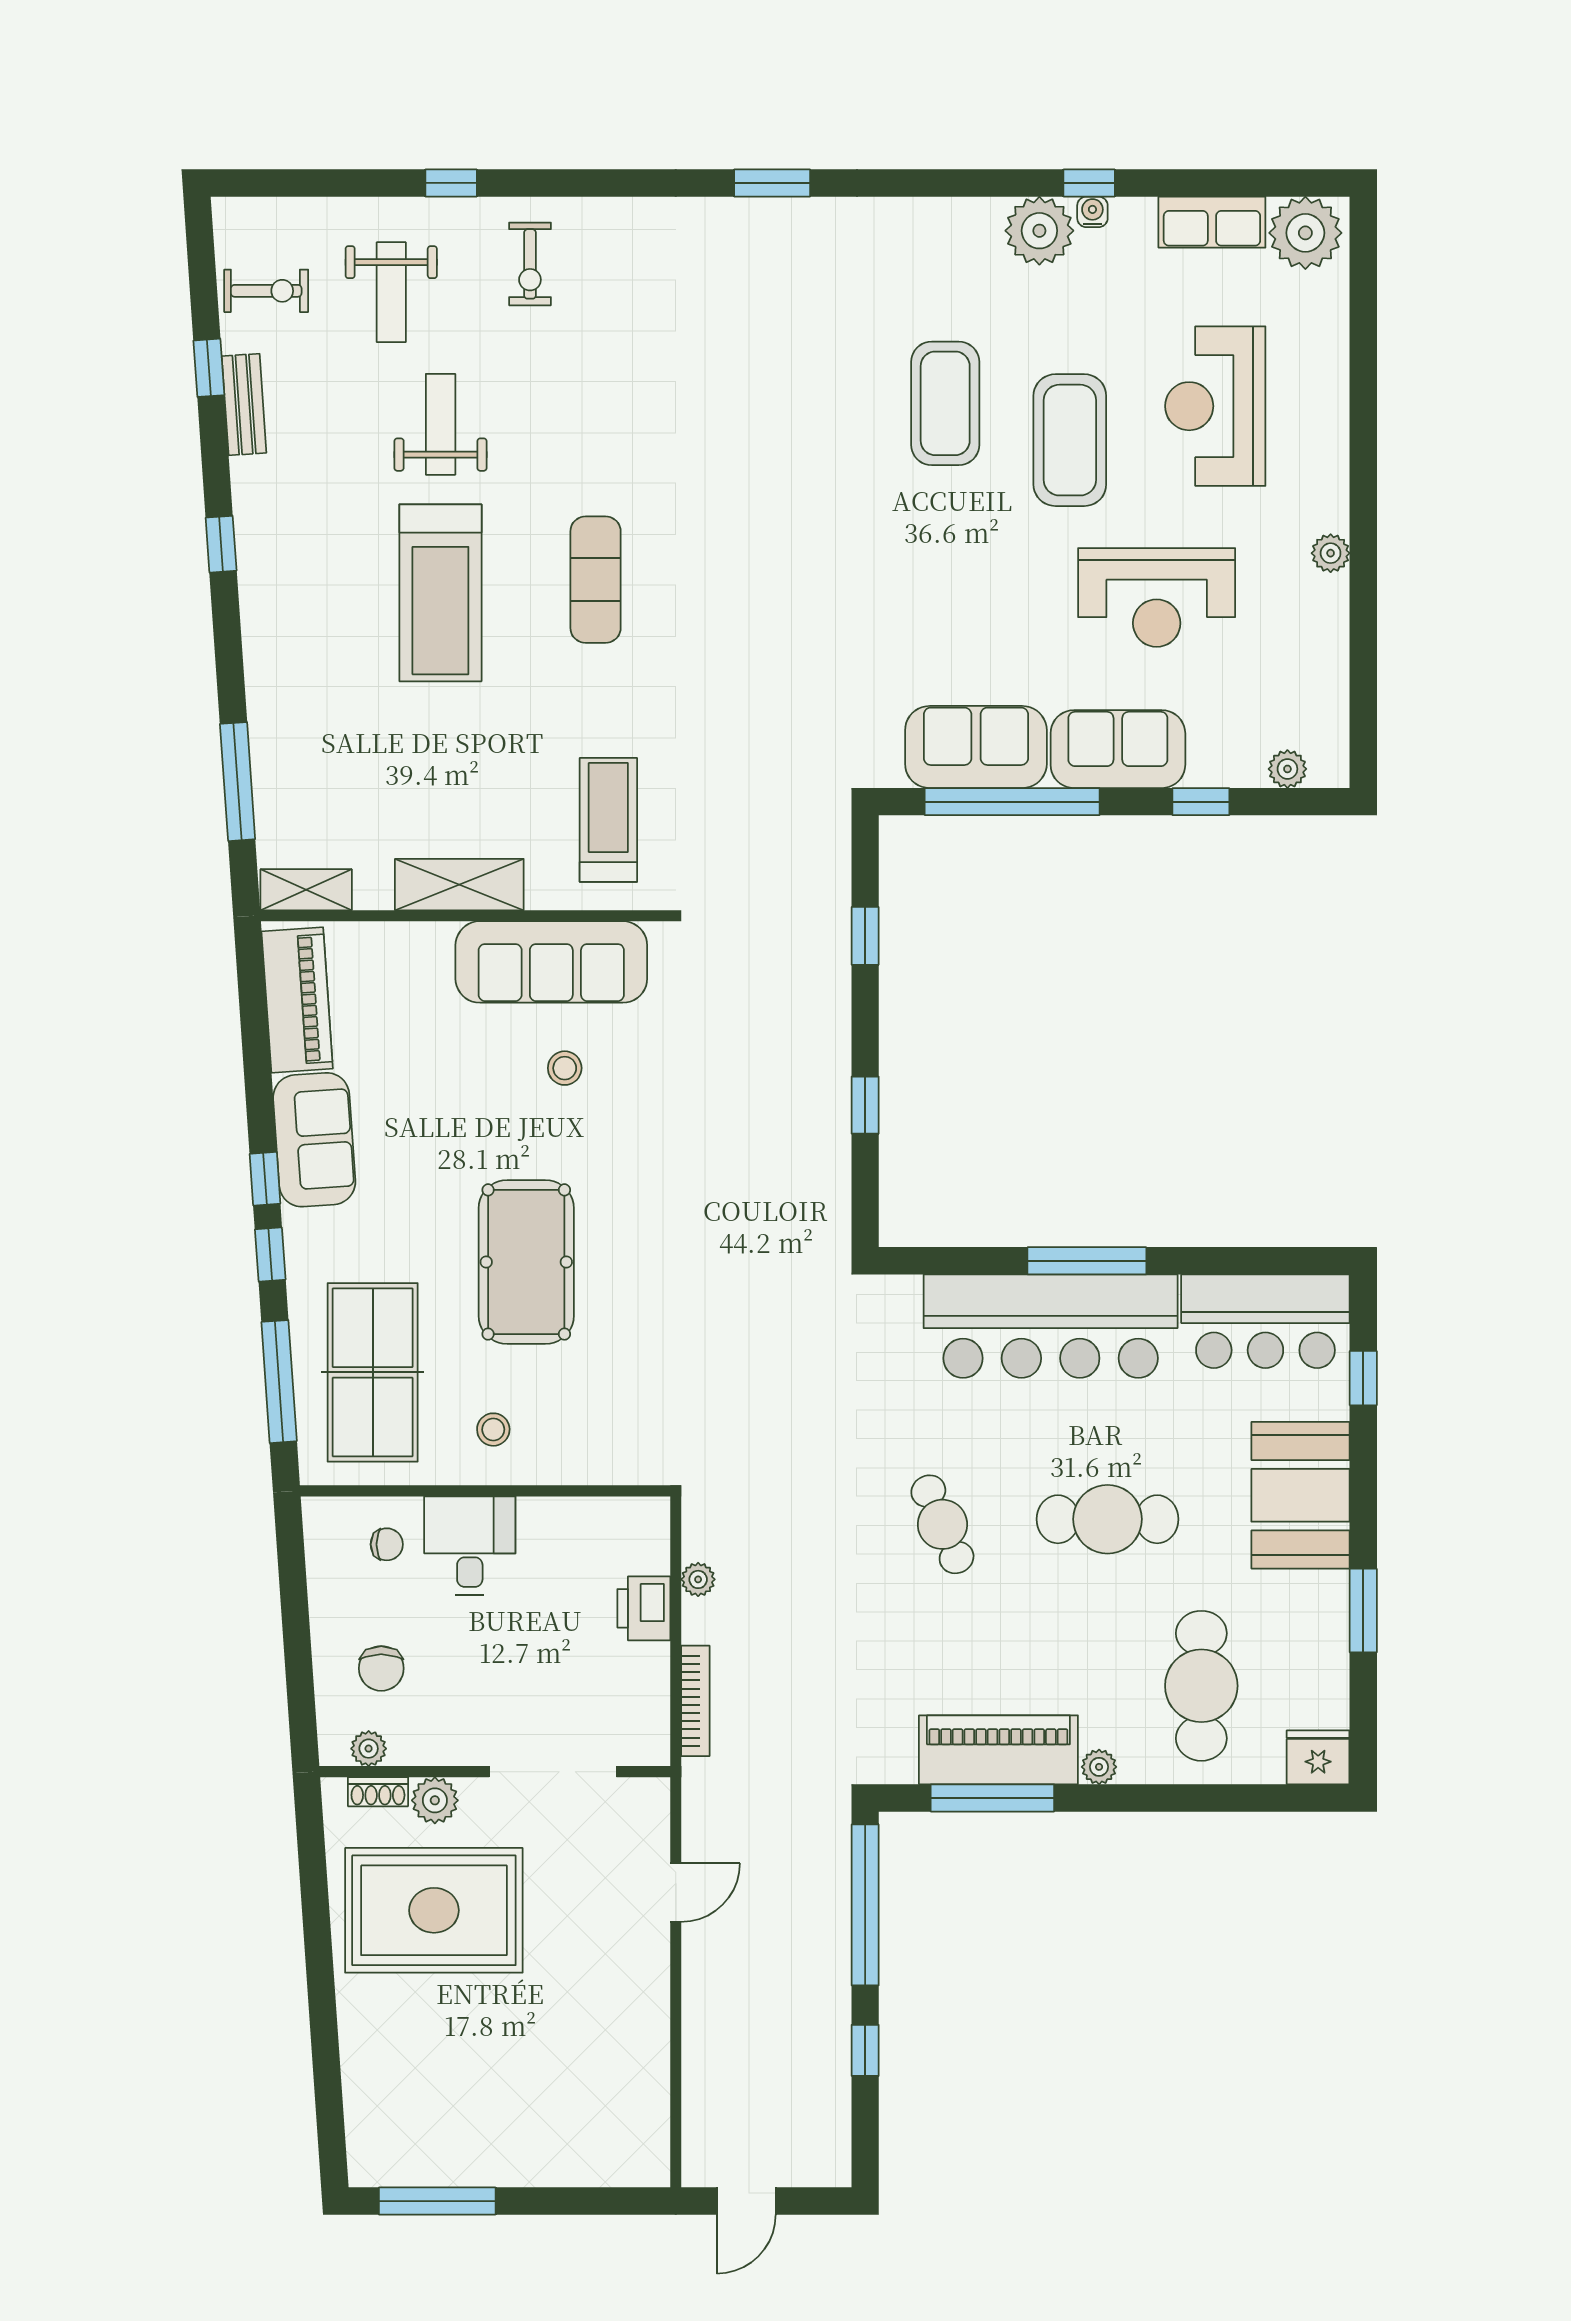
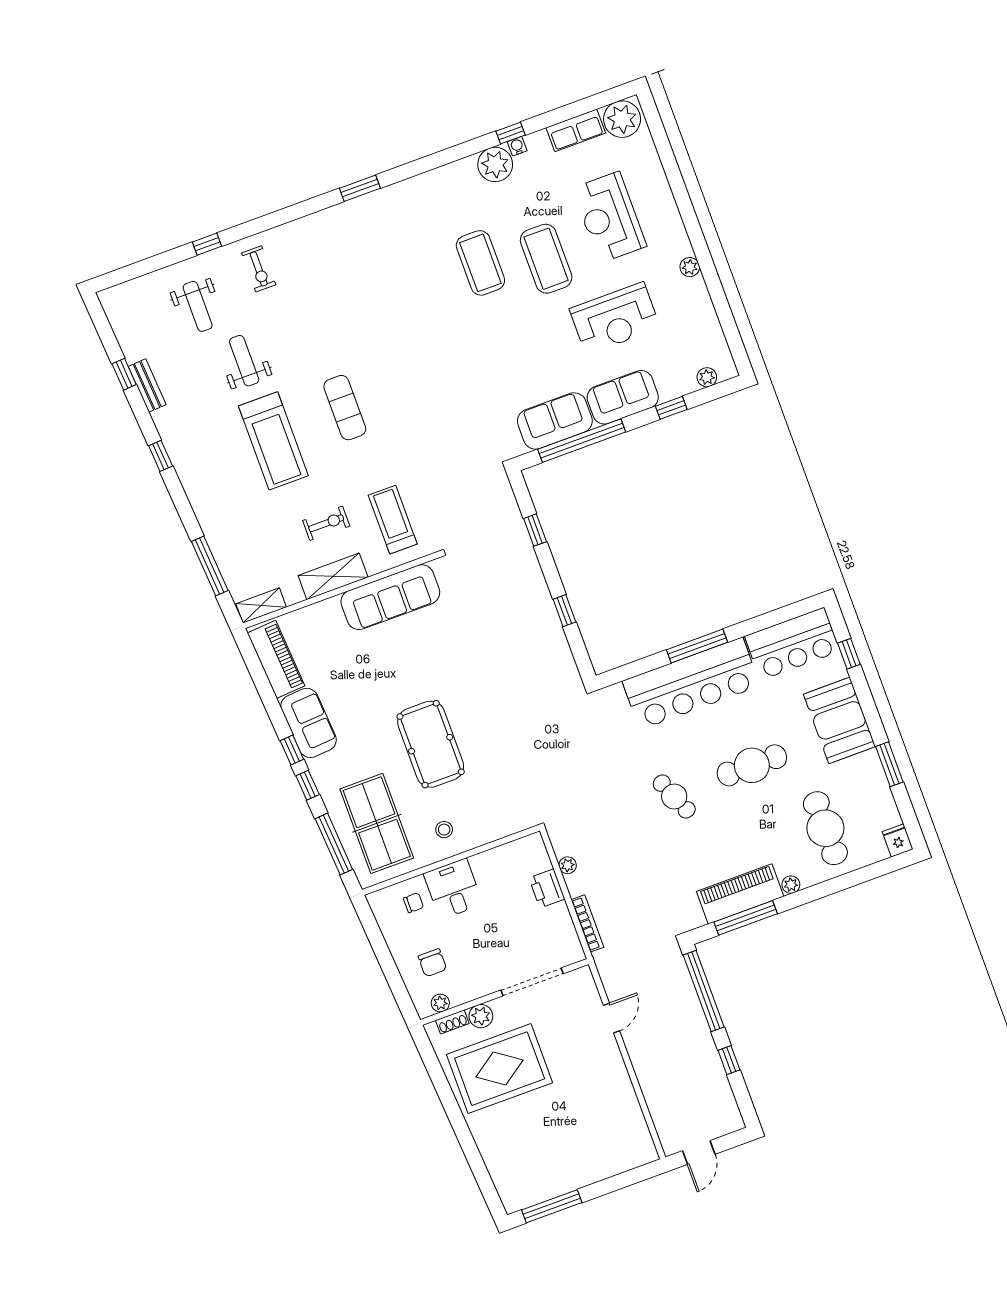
exercise bike: (266, 291) -> (326, 523), moved
stool: (565, 1068) -> (415, 645), removed
fridge: (1318, 1757) -> (898, 840), width x0.72

